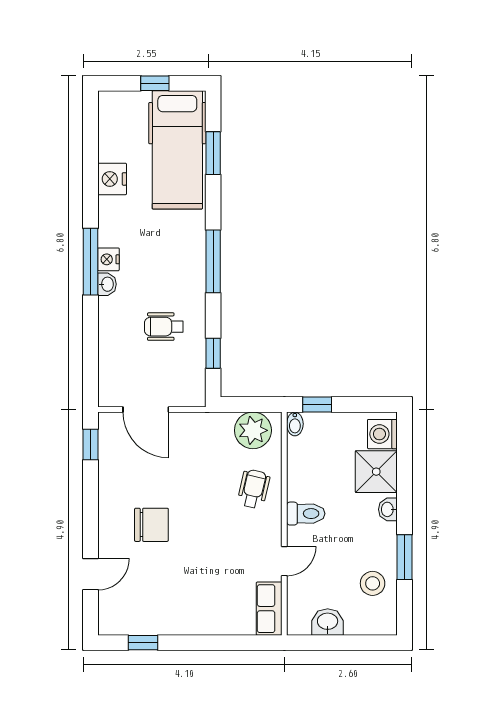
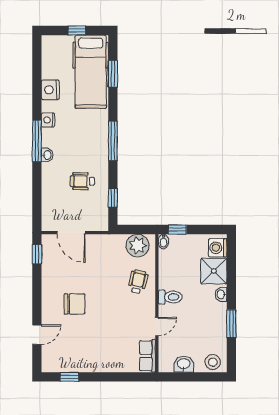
nightstand: (108, 259) -> (48, 120), moved
stool: (373, 583) -> (213, 362), moved

